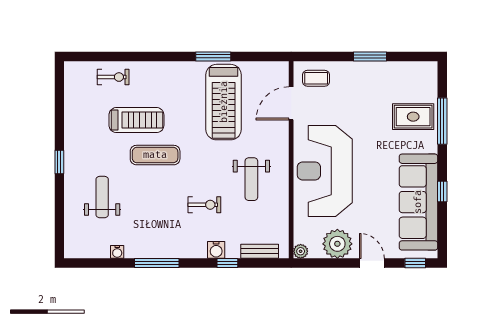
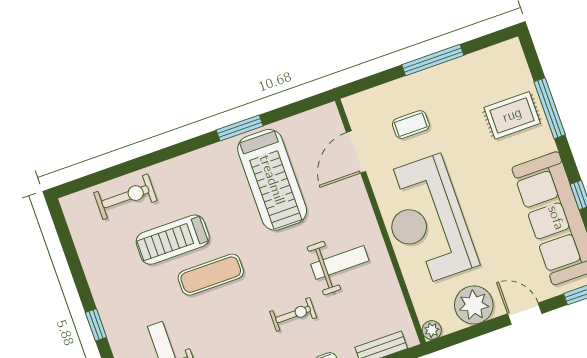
window: (370, 56) -> (433, 60), width x1.44
exercise bike: (113, 77) -> (125, 197), width x1.38, depth x1.39
coffee table: (316, 78) -> (411, 125), moved
treadmill: (136, 120) -> (173, 240), turned 180
weight bench: (251, 179) -> (340, 263), turned -90

